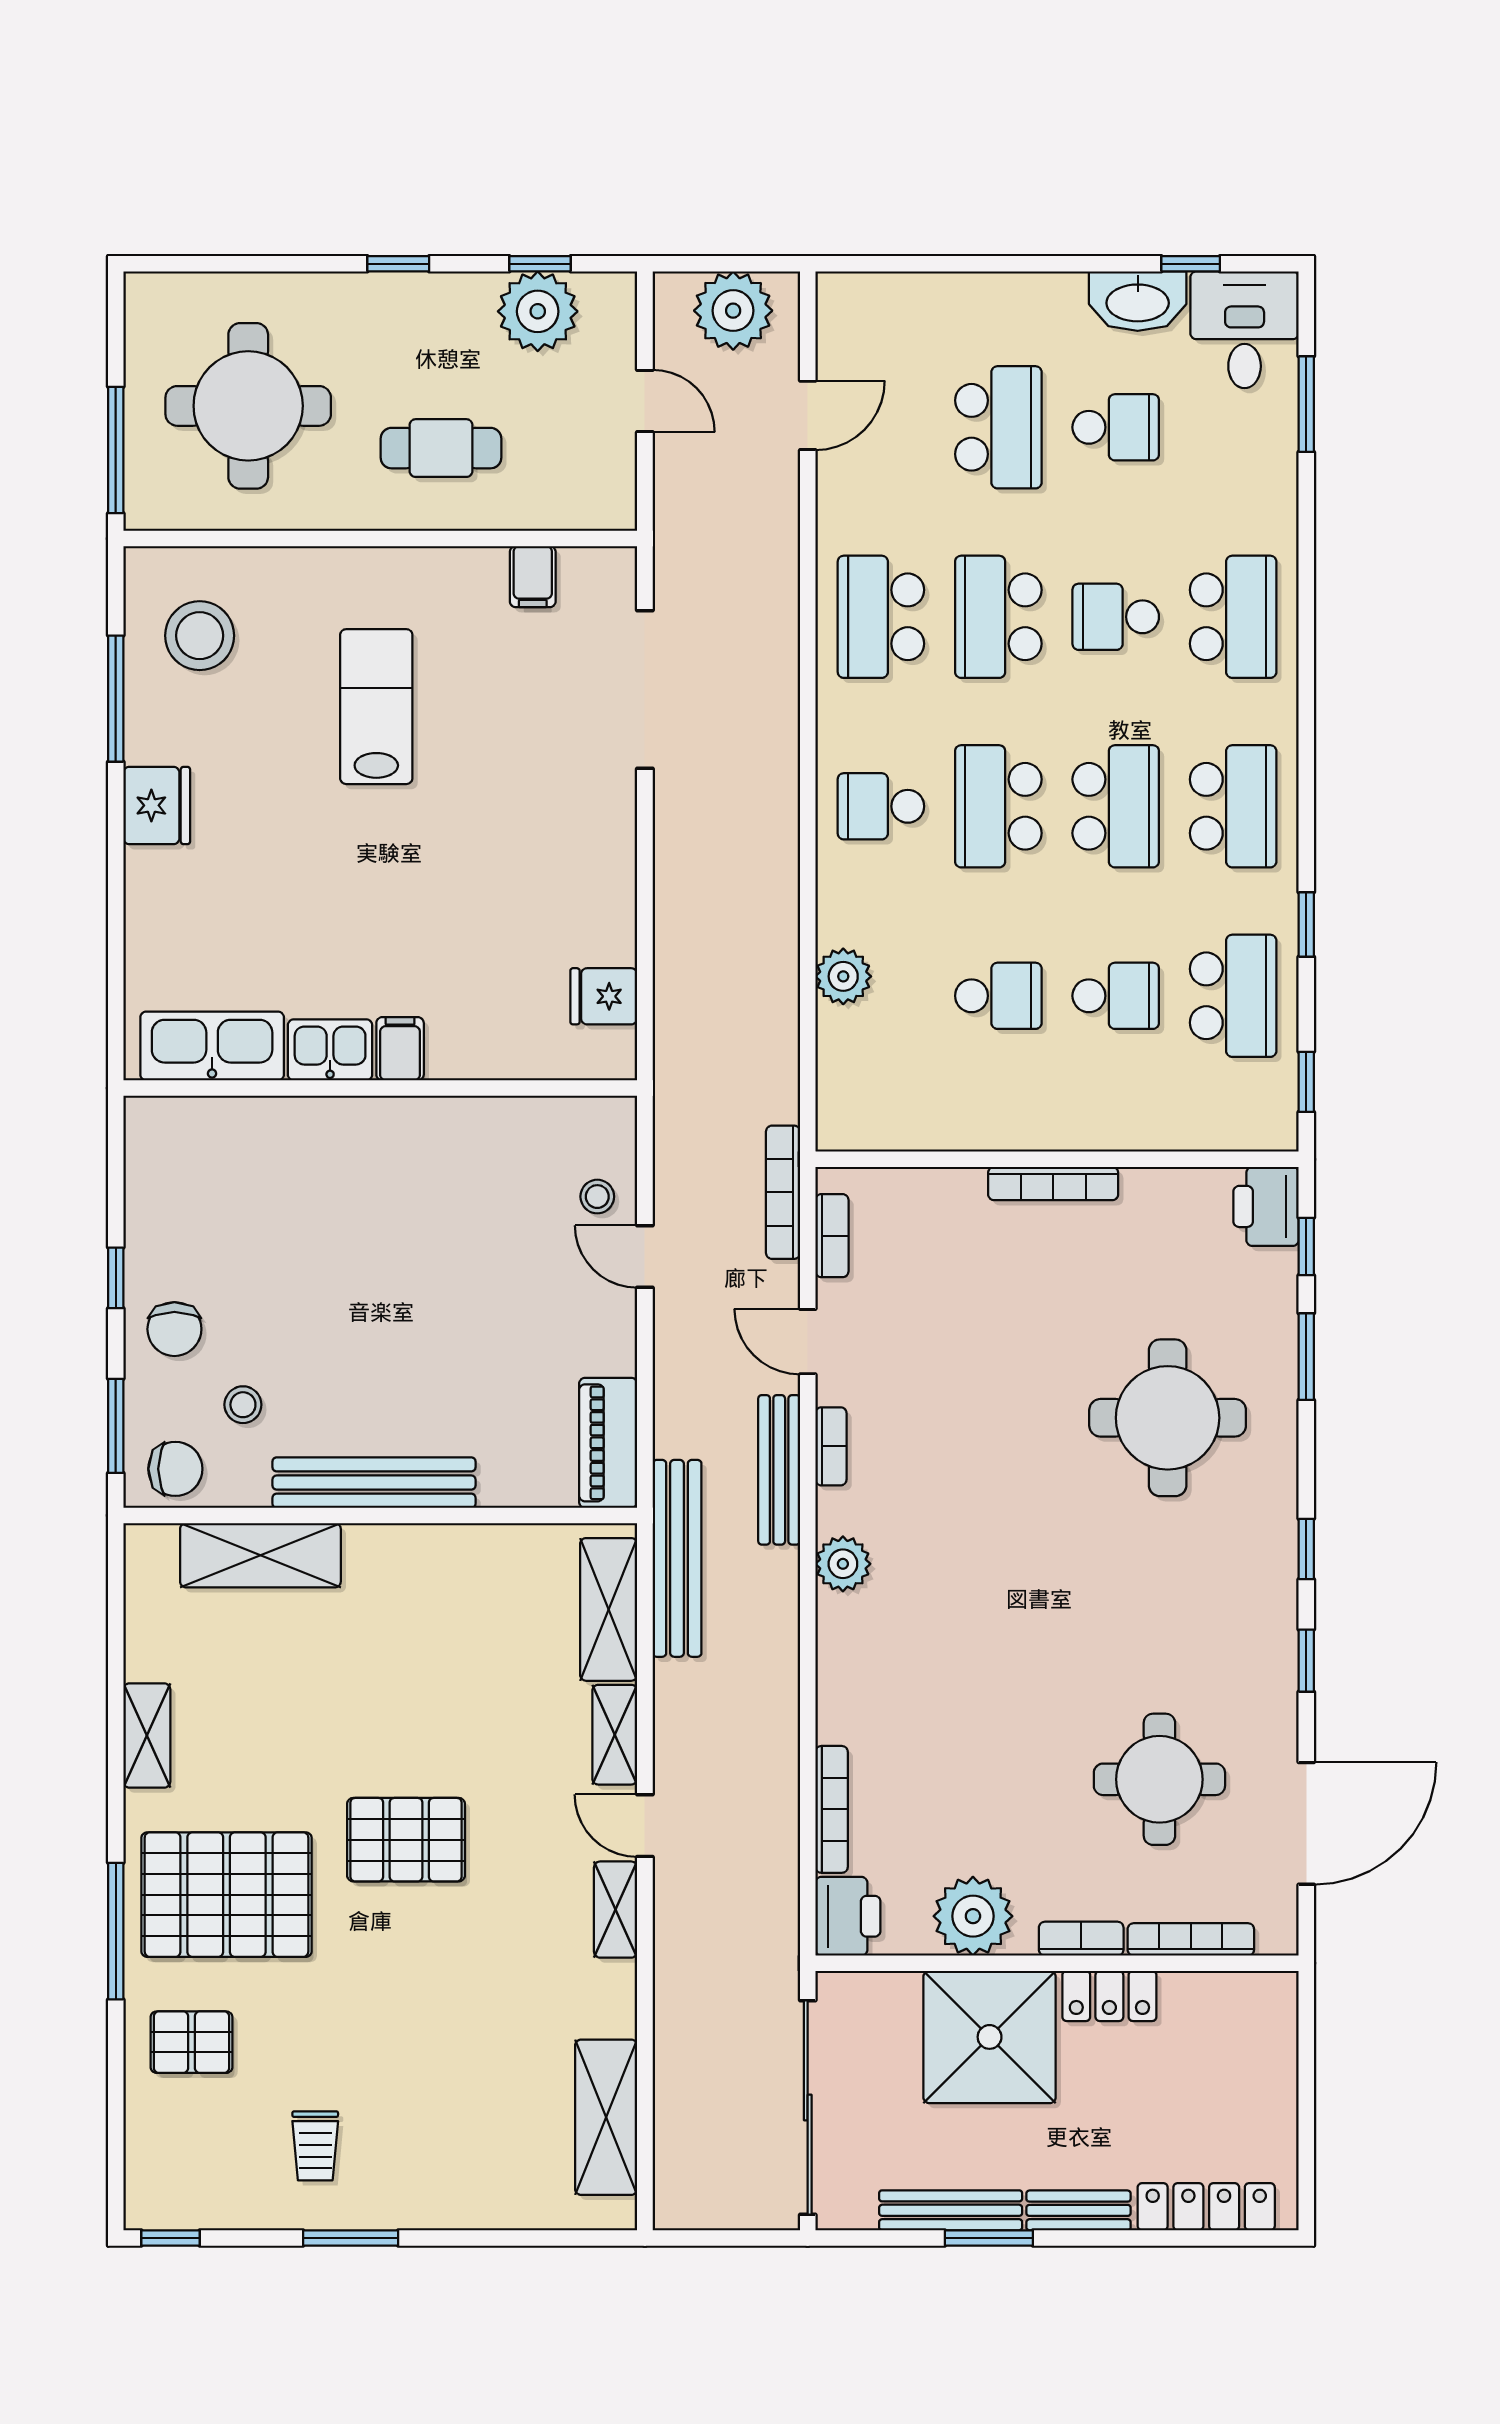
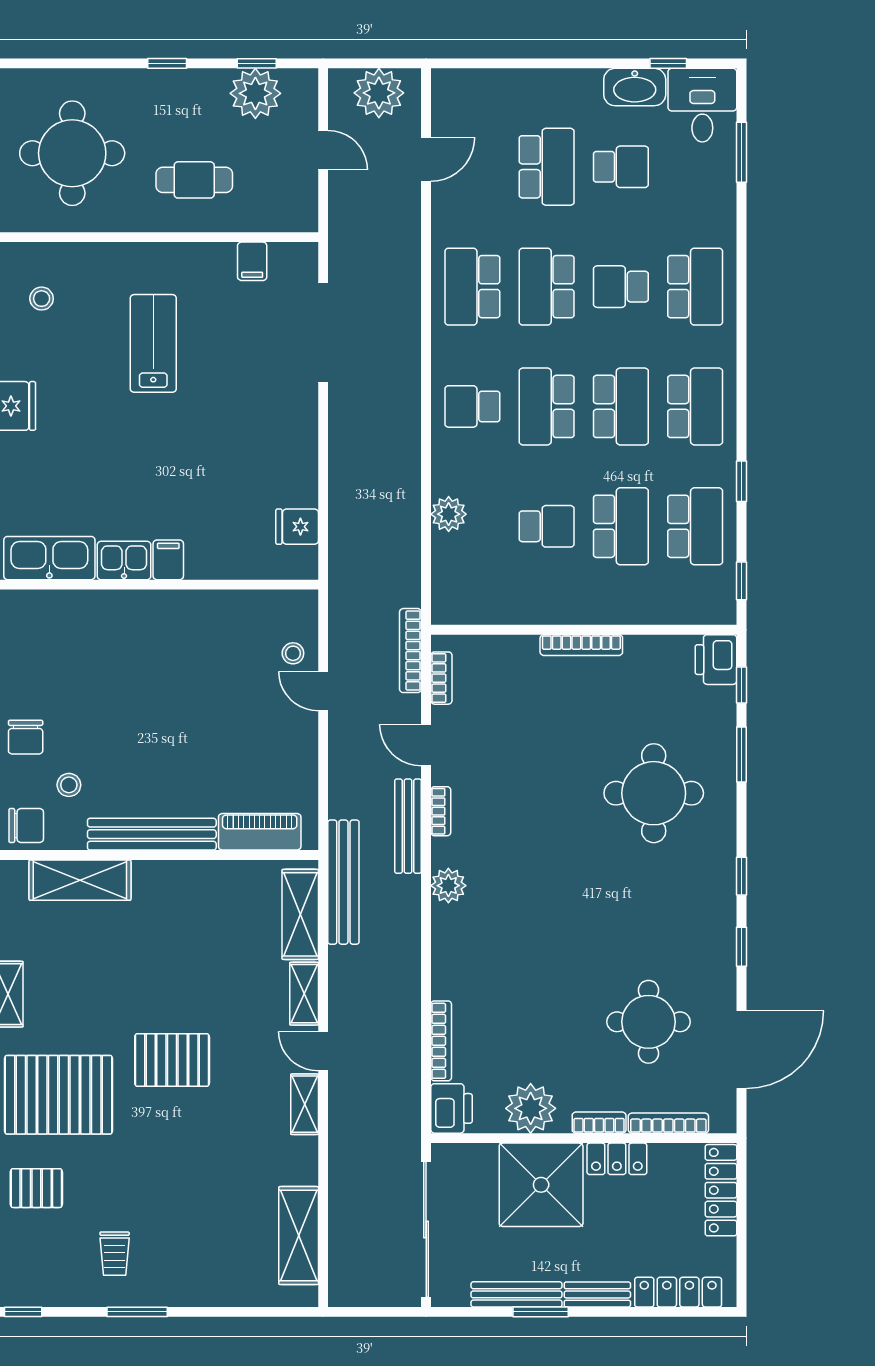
stool: (200, 636) -> (42, 299), width x0.53, depth x0.53
school desk: (1116, 996) -> (621, 526), width x1.85
piano: (608, 1443) -> (260, 832), moved, turned 90
locker: (1274, 2046) -> (721, 1190), added

